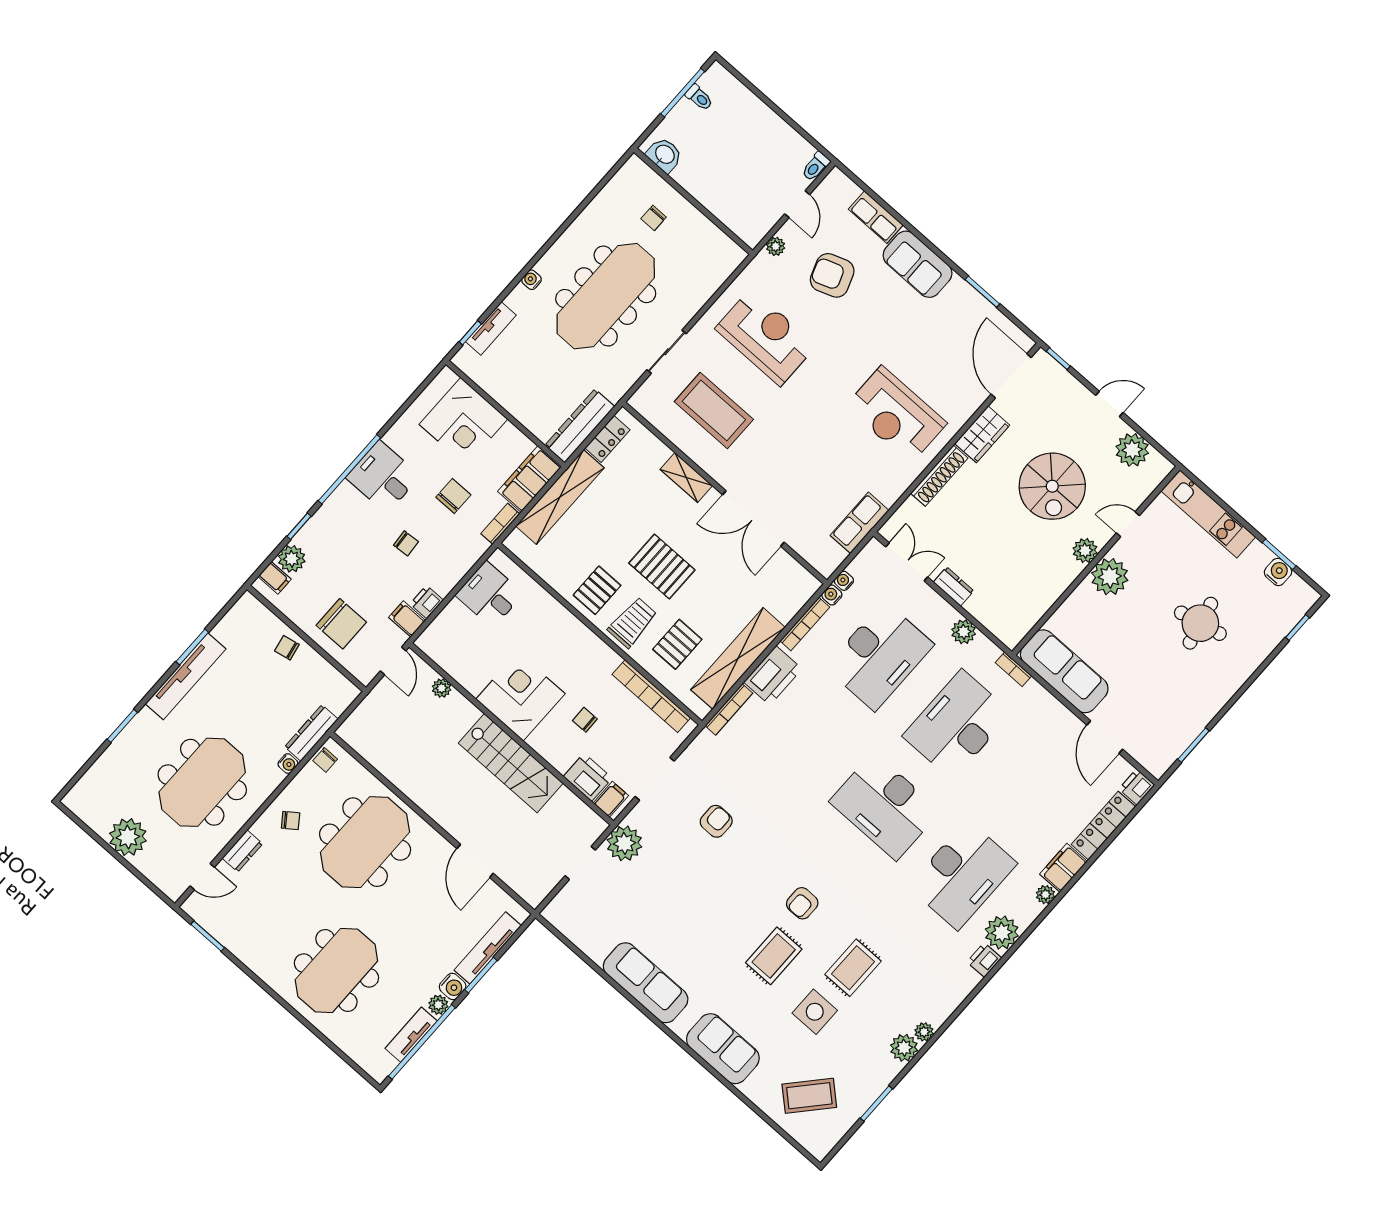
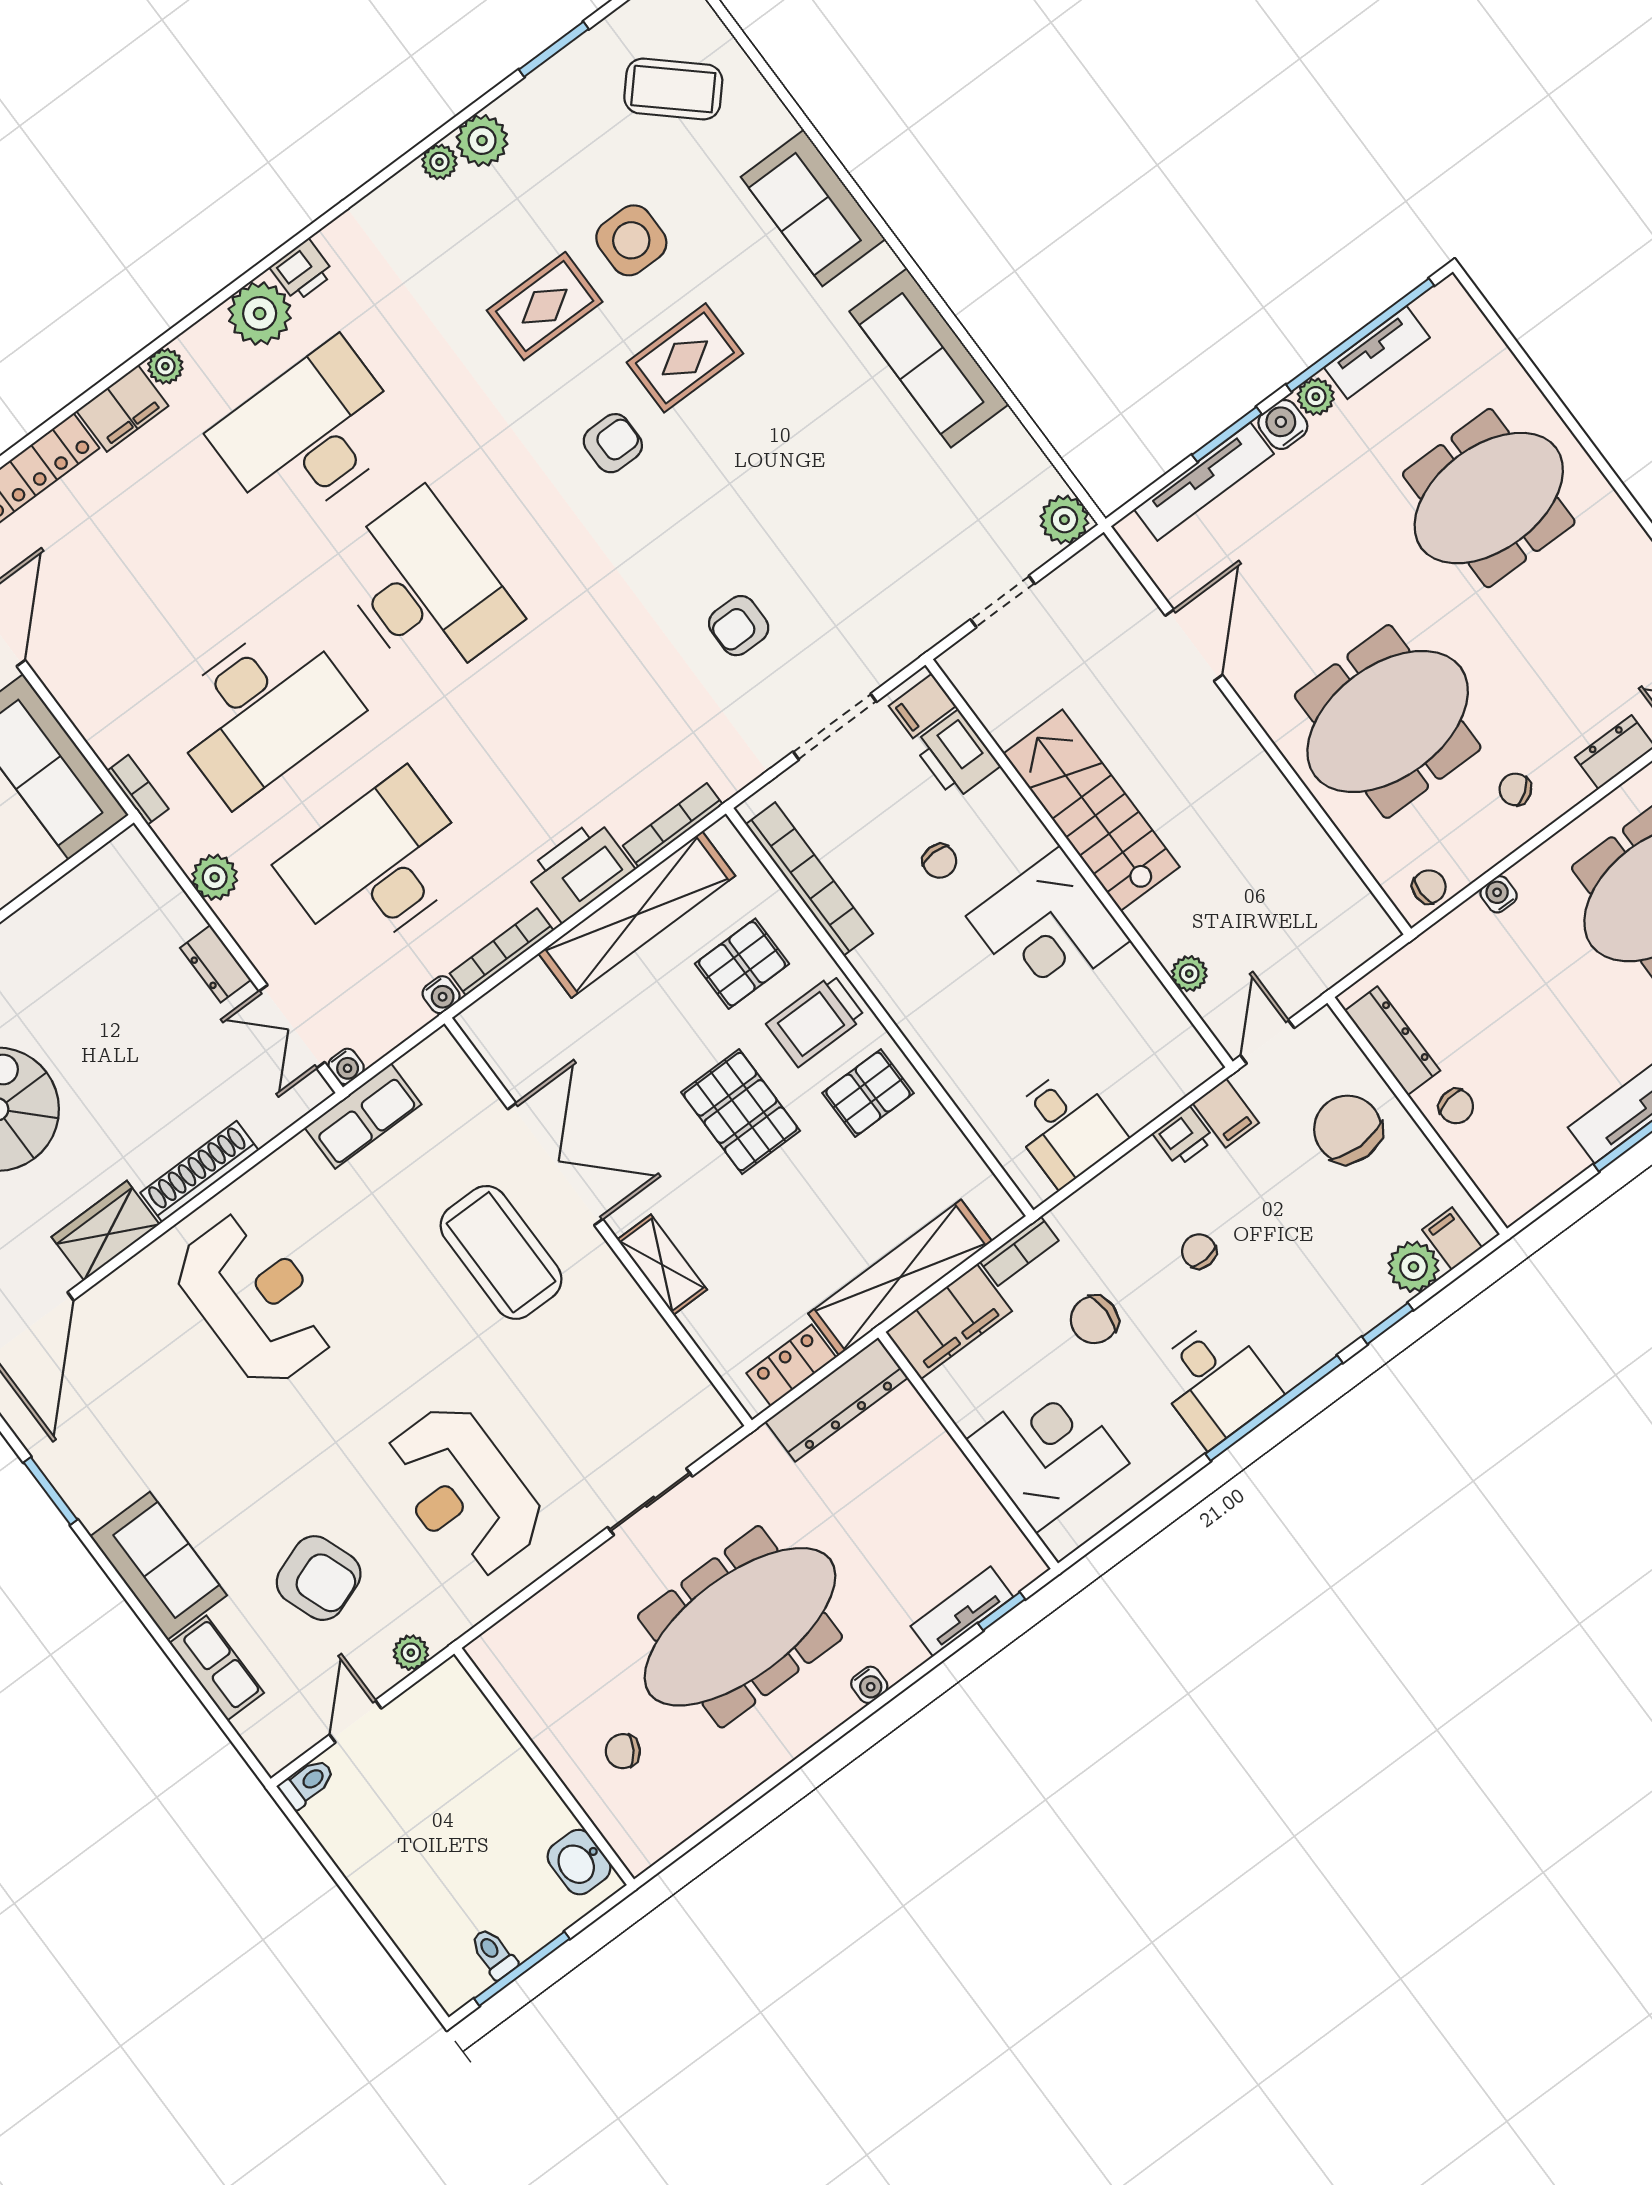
chair: (654, 218) -> (623, 1751), turned -147
coffee table: (714, 410) -> (501, 1252), moved
water cooler: (844, 581) -> (346, 1066), moved
dresser: (311, 733) -> (1392, 1041), moved, turned -90
plant: (624, 843) -> (1064, 520), moved, width x0.73, depth x0.73

